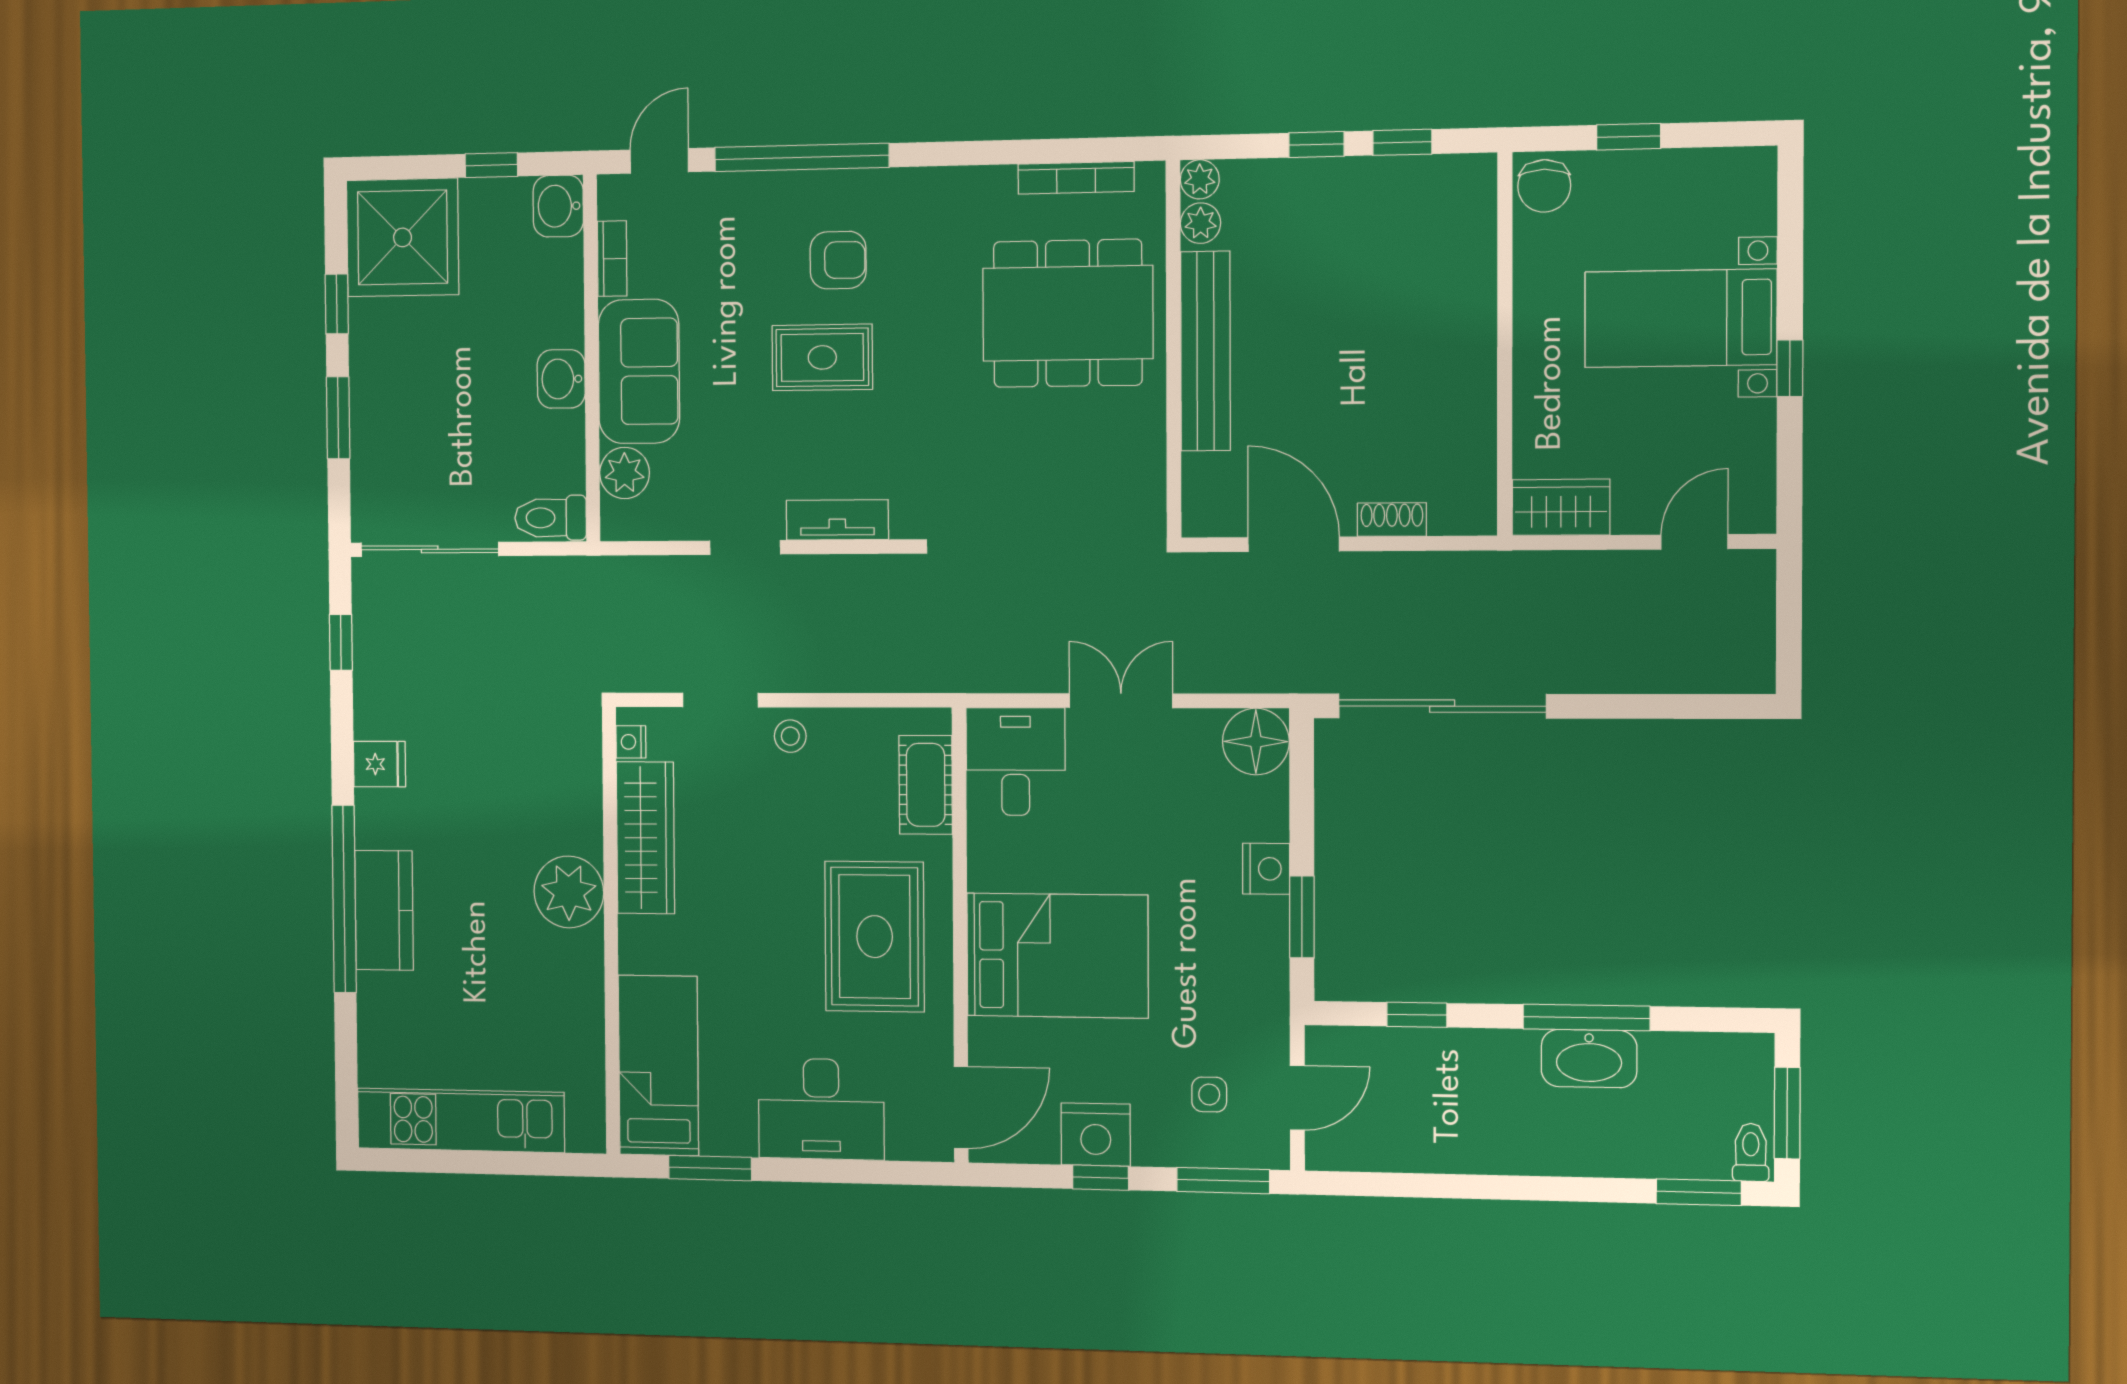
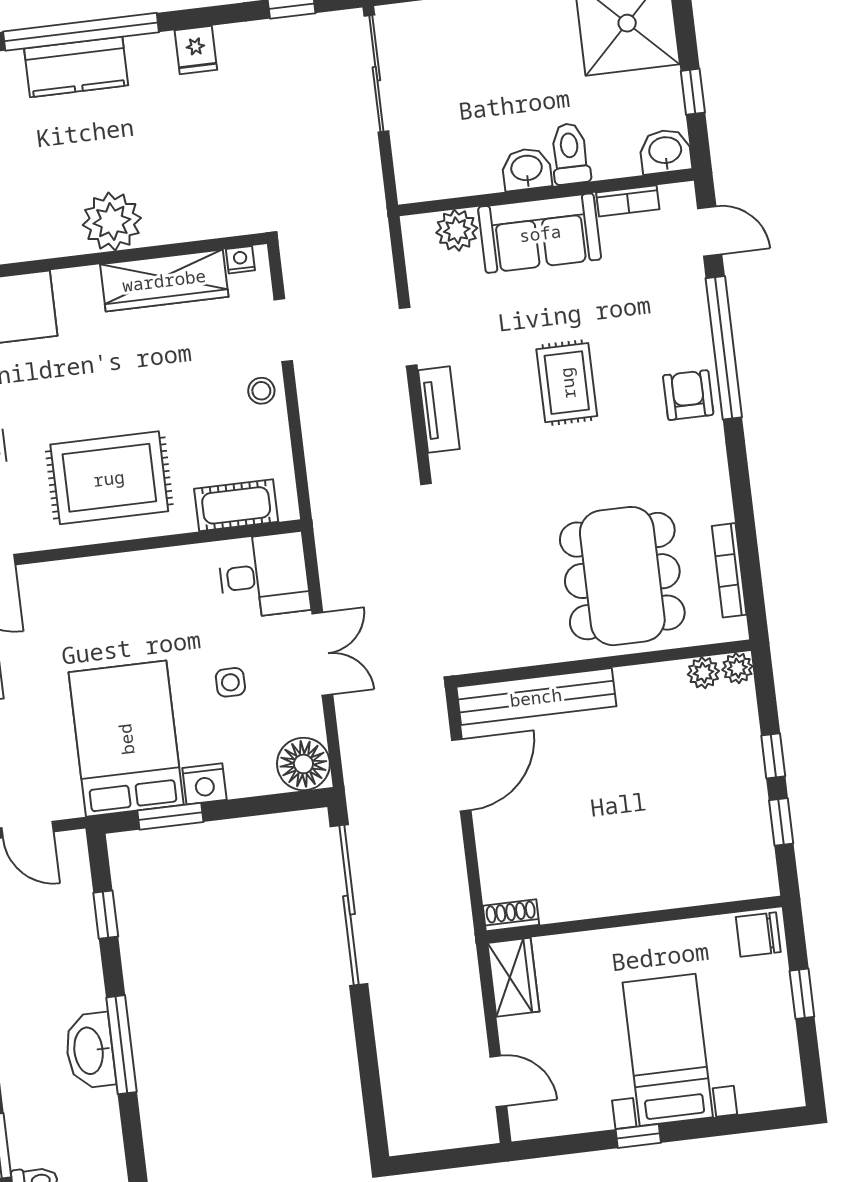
armchair: (838, 260) -> (688, 395), moved, turned 180
bench: (1205, 351) -> (536, 697), moved
toilet: (551, 518) -> (570, 154), moved
shoe rack: (1392, 520) -> (511, 915), moved, turned -90
bed: (1057, 956) -> (126, 739), moved, turned 180
side table: (1209, 1094) -> (230, 682), moved

